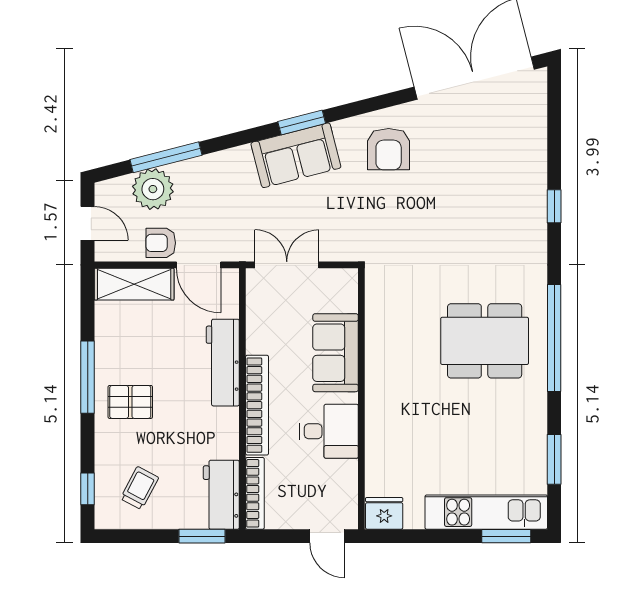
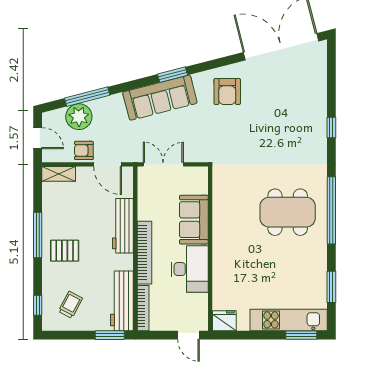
sofa: (296, 155) -> (160, 98), width x1.36
shelving: (134, 284) -> (59, 174), width x0.67, depth x0.75
desk: (329, 431) -> (190, 269), width x1.37
workbench: (221, 495) -> (122, 301), width x1.38

